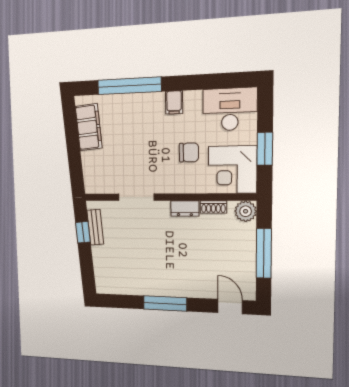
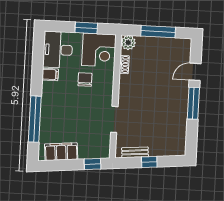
filing cabinet: (174, 102) -> (50, 74), moved
window: (76, 171) -> (93, 164), added
dresser: (185, 208) -> (124, 85), removed
window: (83, 232) -> (149, 162), moved
door: (230, 307) -> (195, 72), moved

